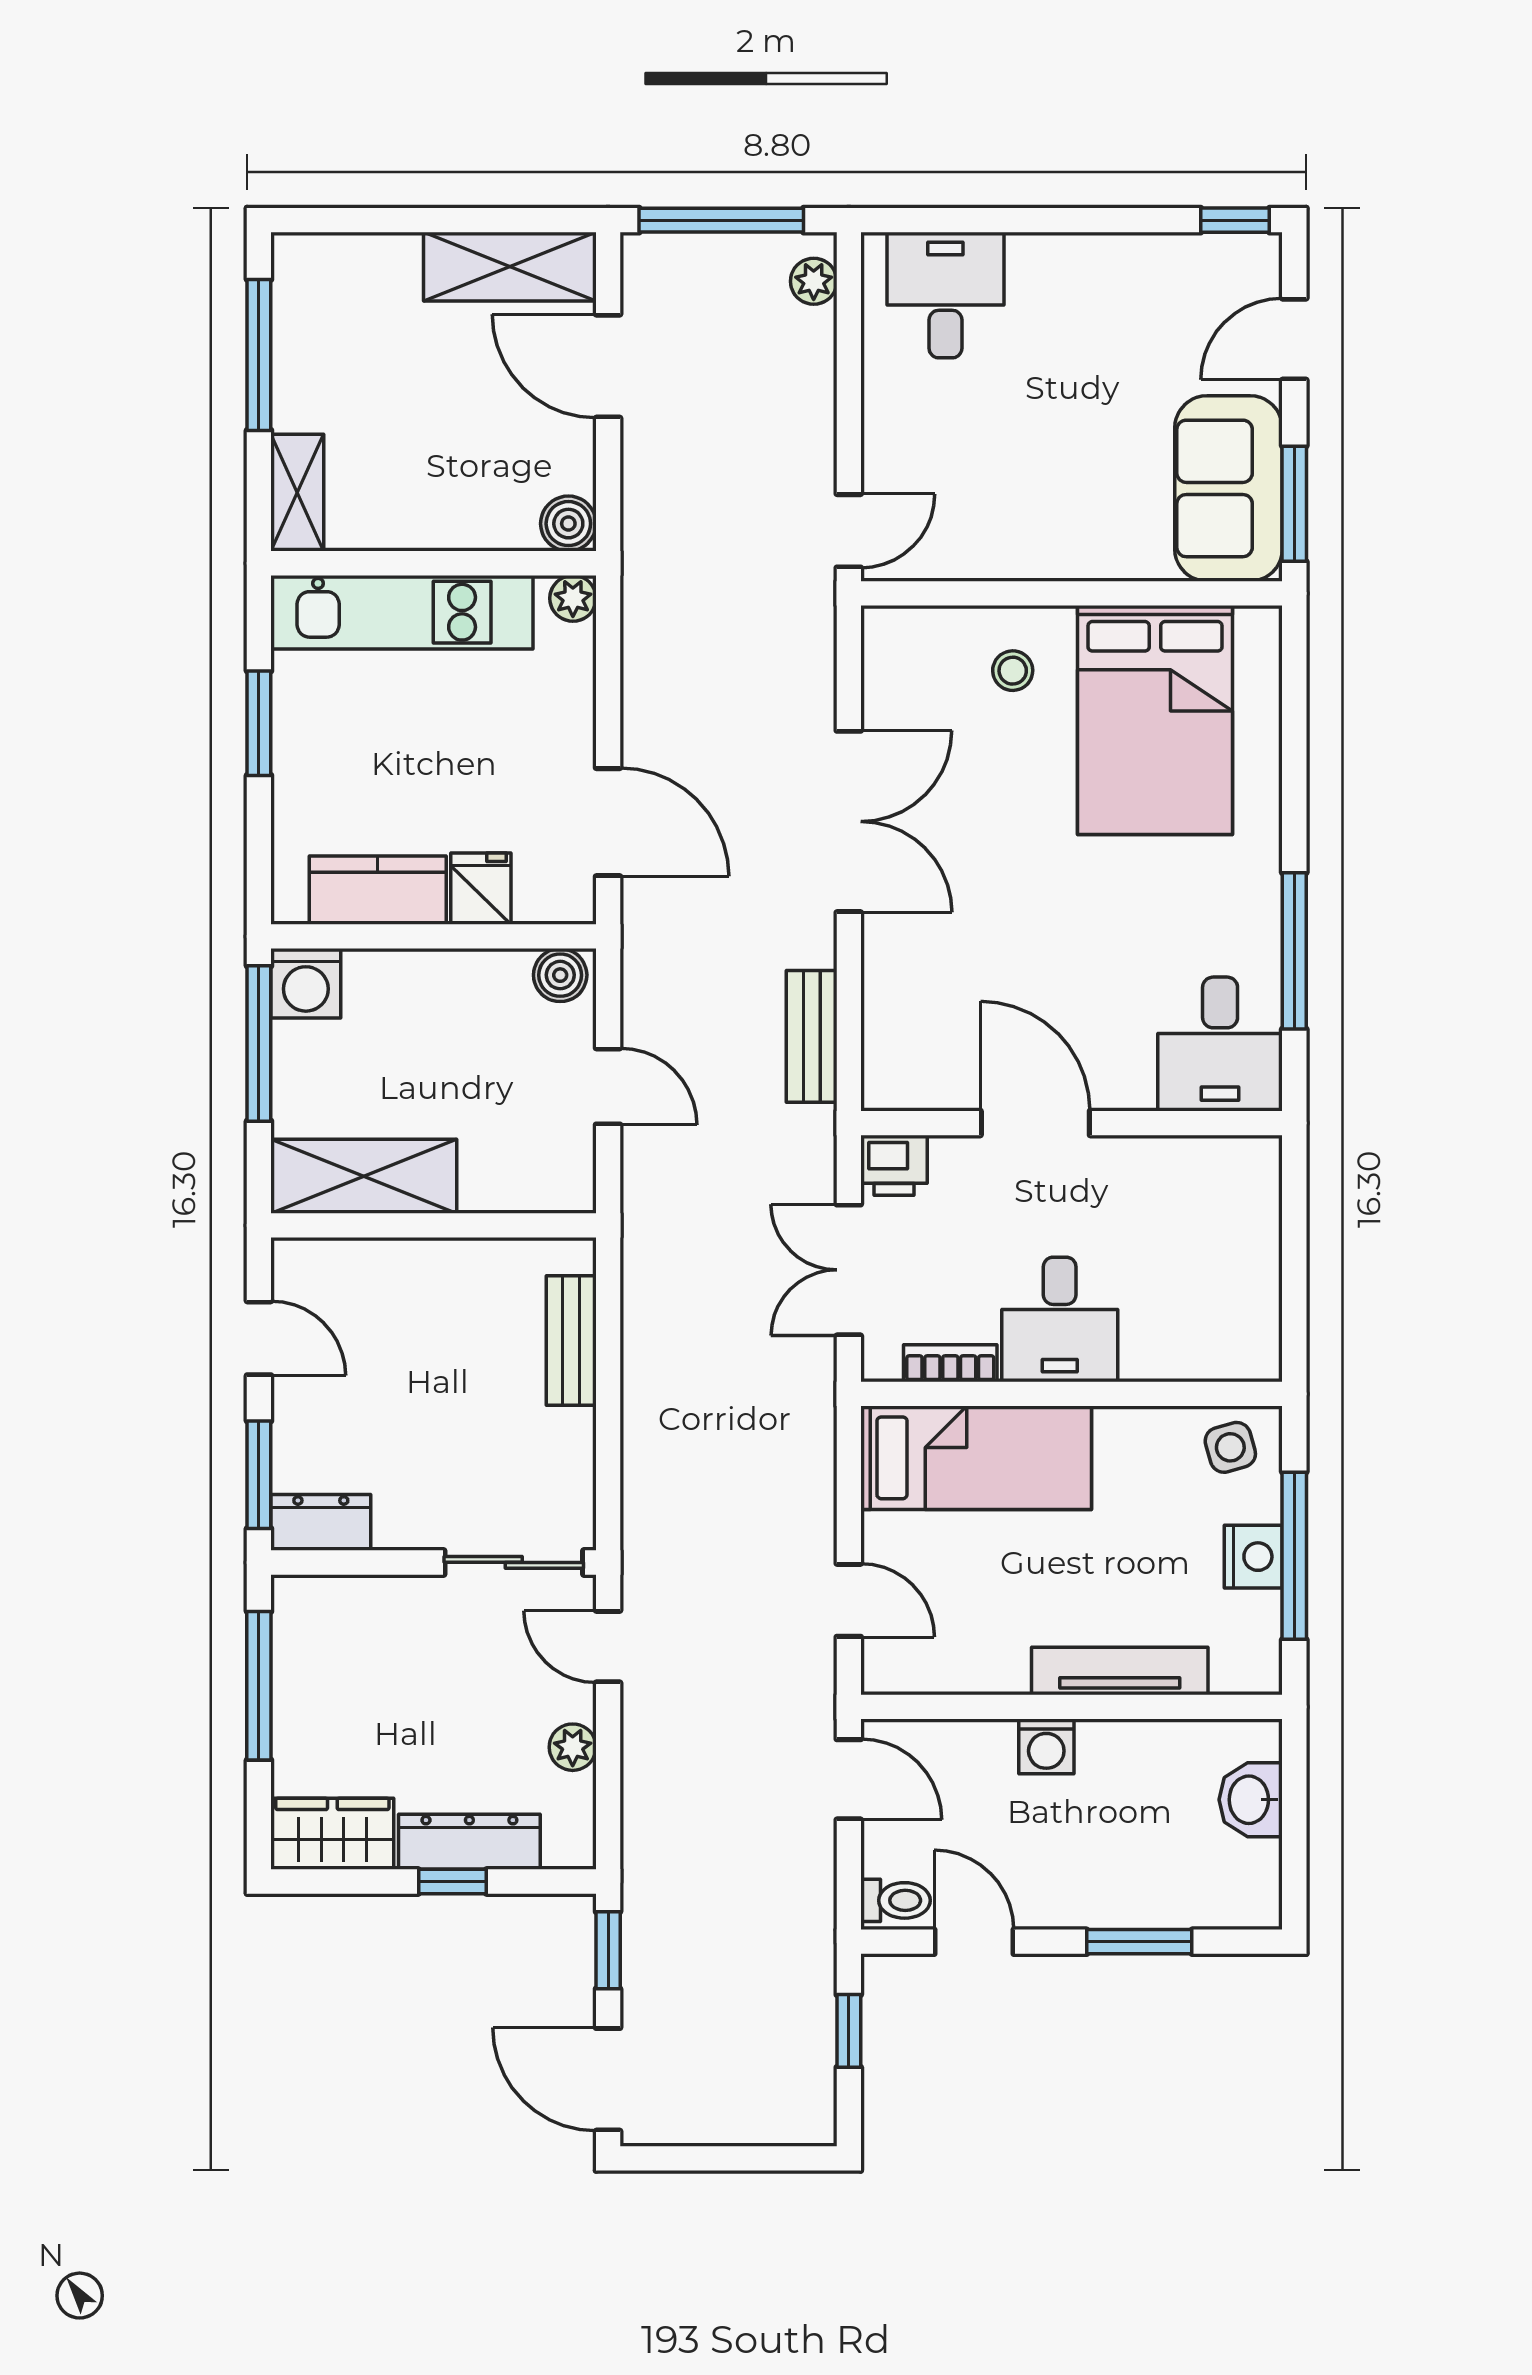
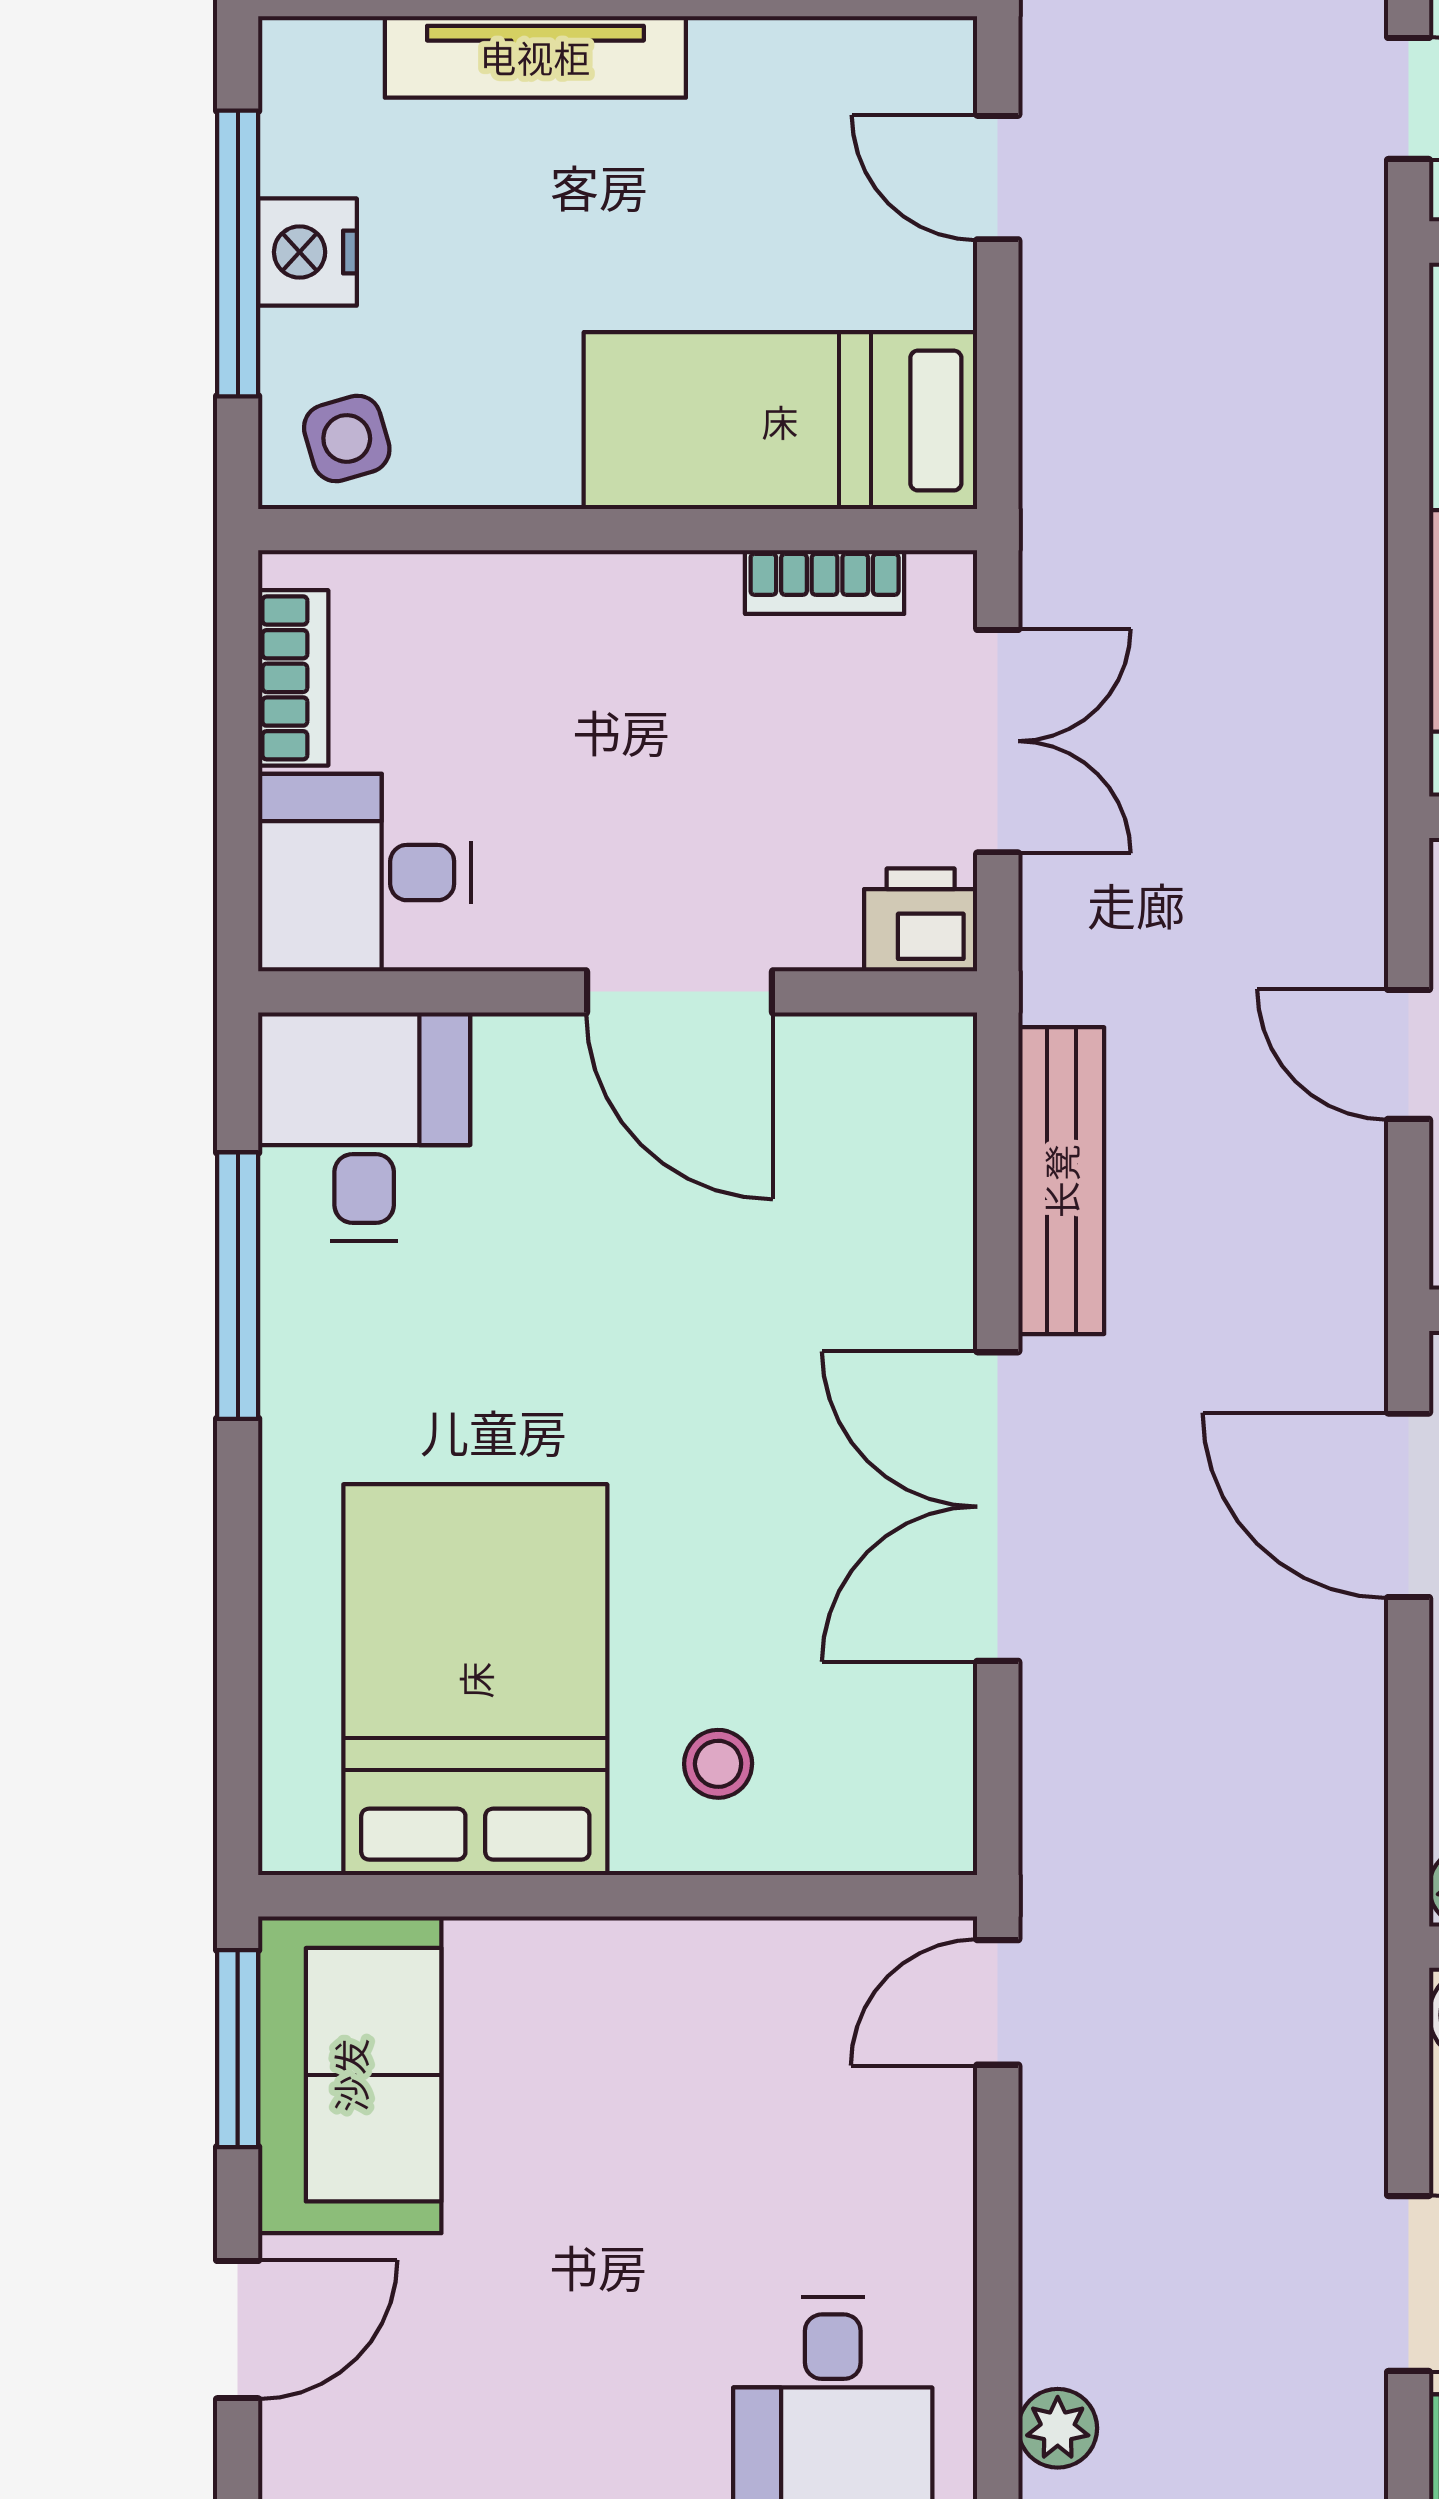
bench: (812, 1036) -> (1061, 1181), width x1.36
bookcase: (1262, 1307) -> (293, 678), added
desk: (1060, 1319) -> (365, 873), moved, turned -90

